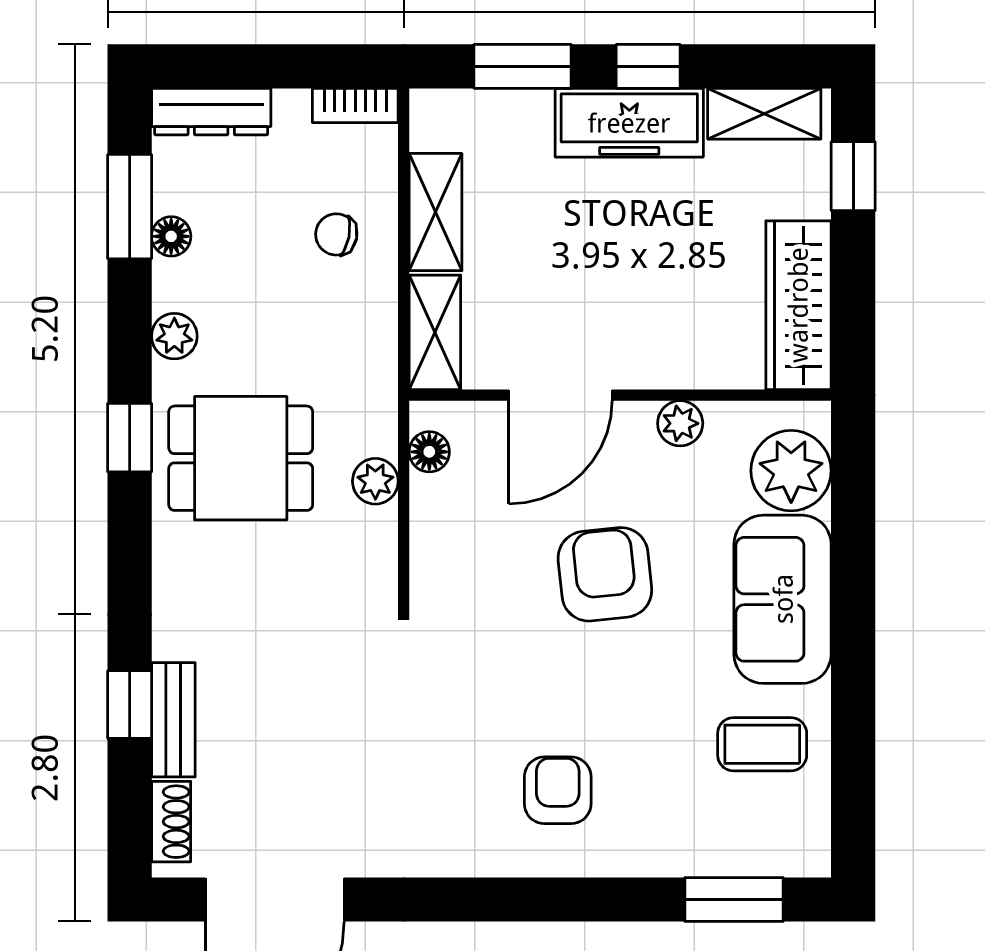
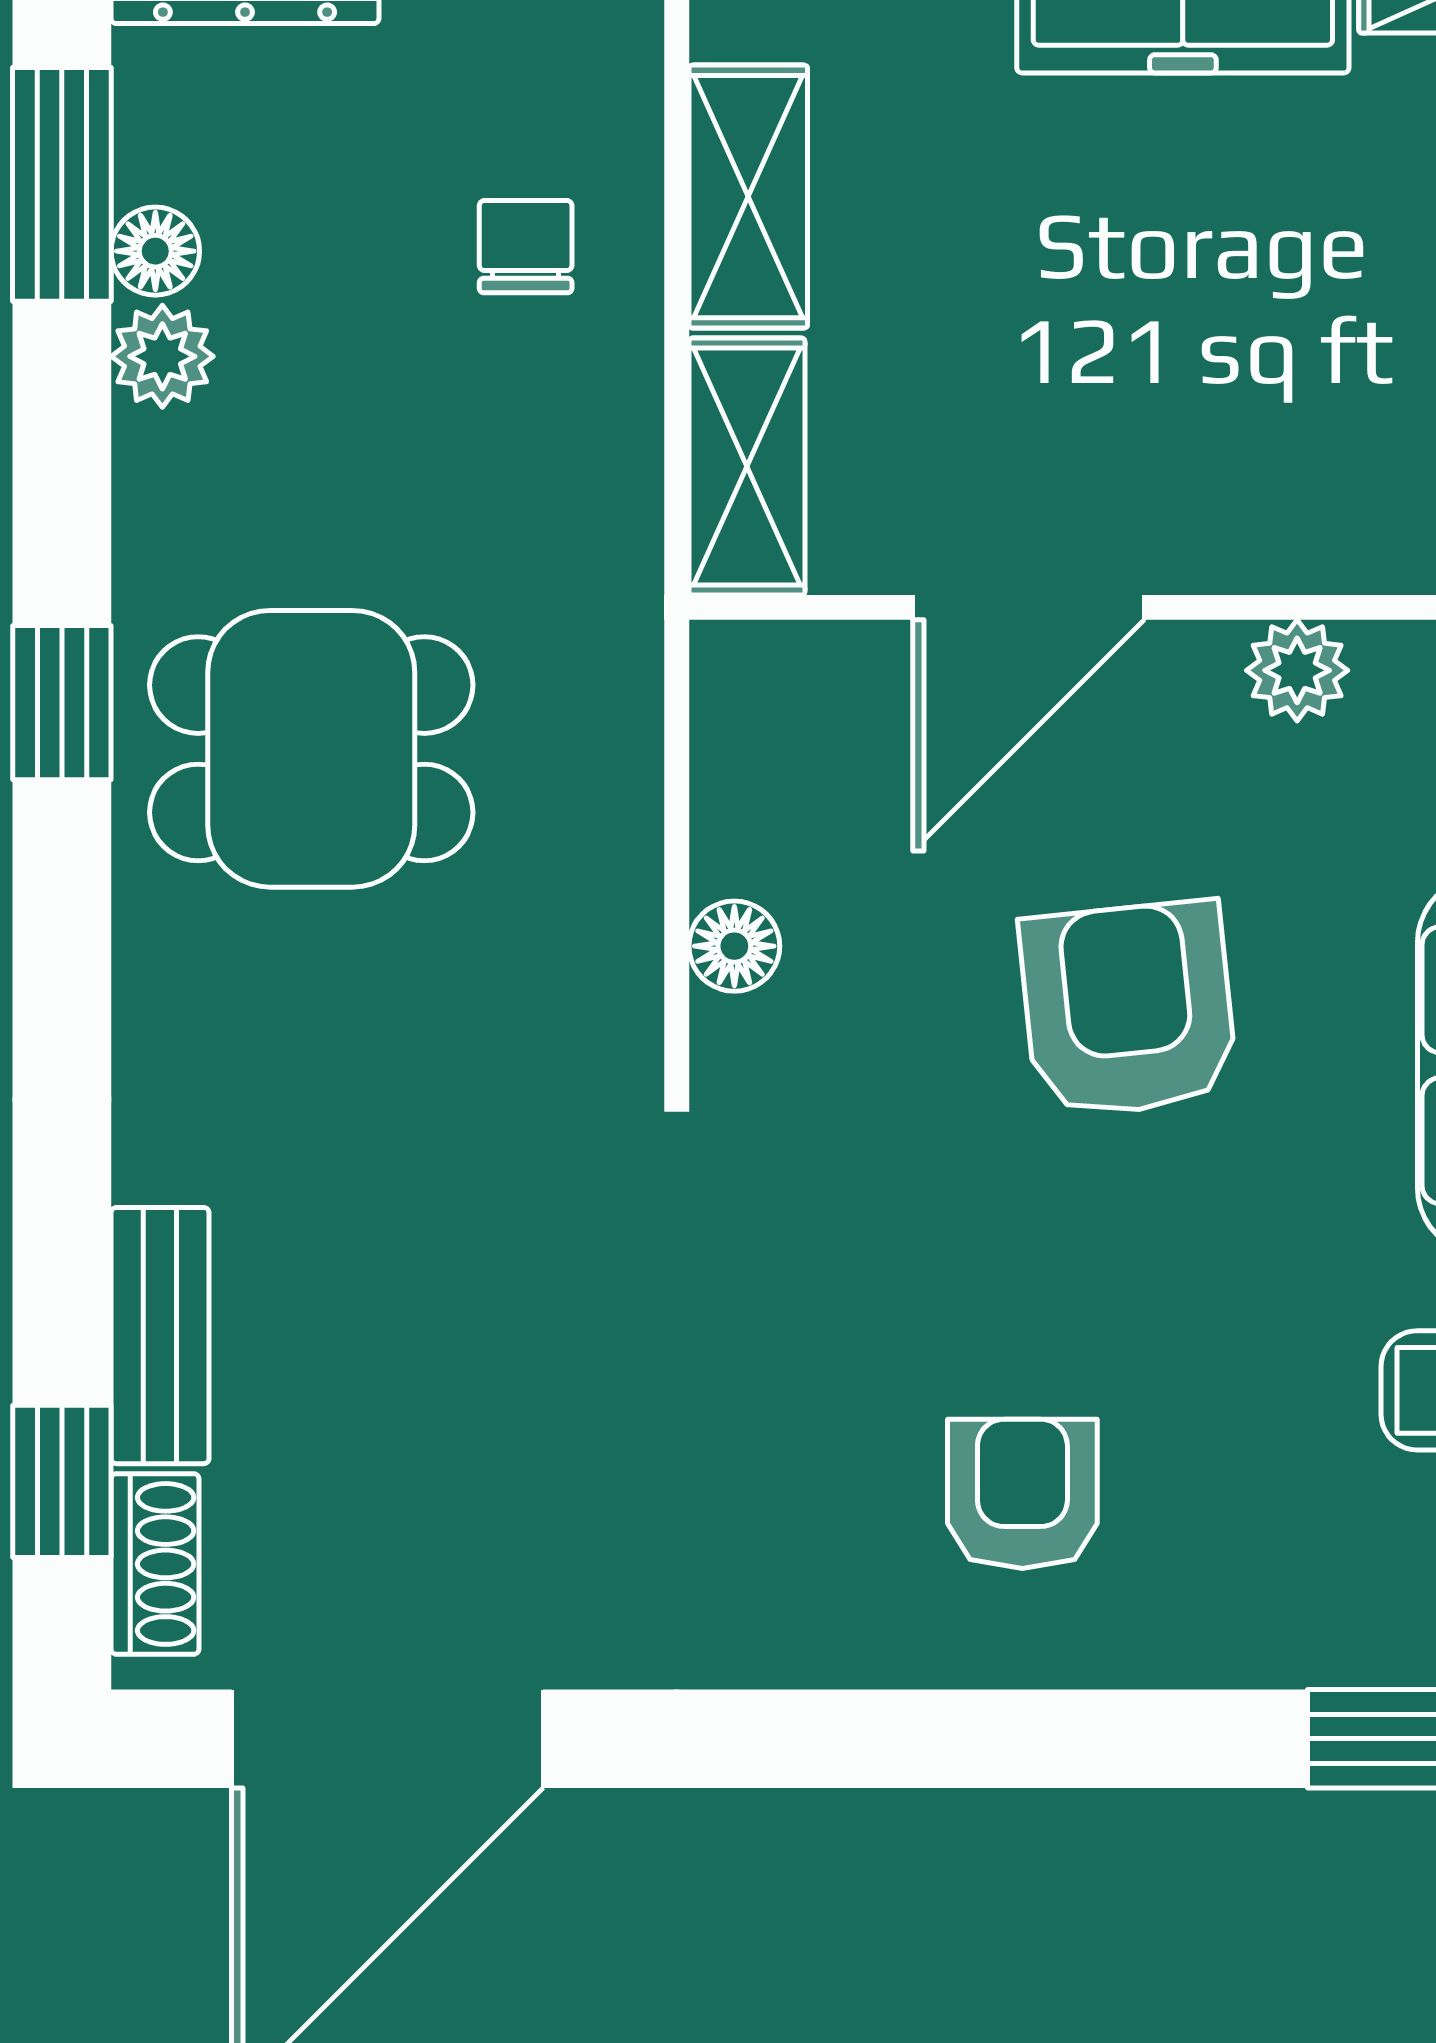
chair: (336, 234) -> (526, 247), turned 79
plant: (174, 336) -> (162, 356), moved
floor lamp: (429, 452) -> (734, 946), moved
plant: (375, 481) -> (613, 800), removed
window: (130, 705) -> (62, 1481), moved

